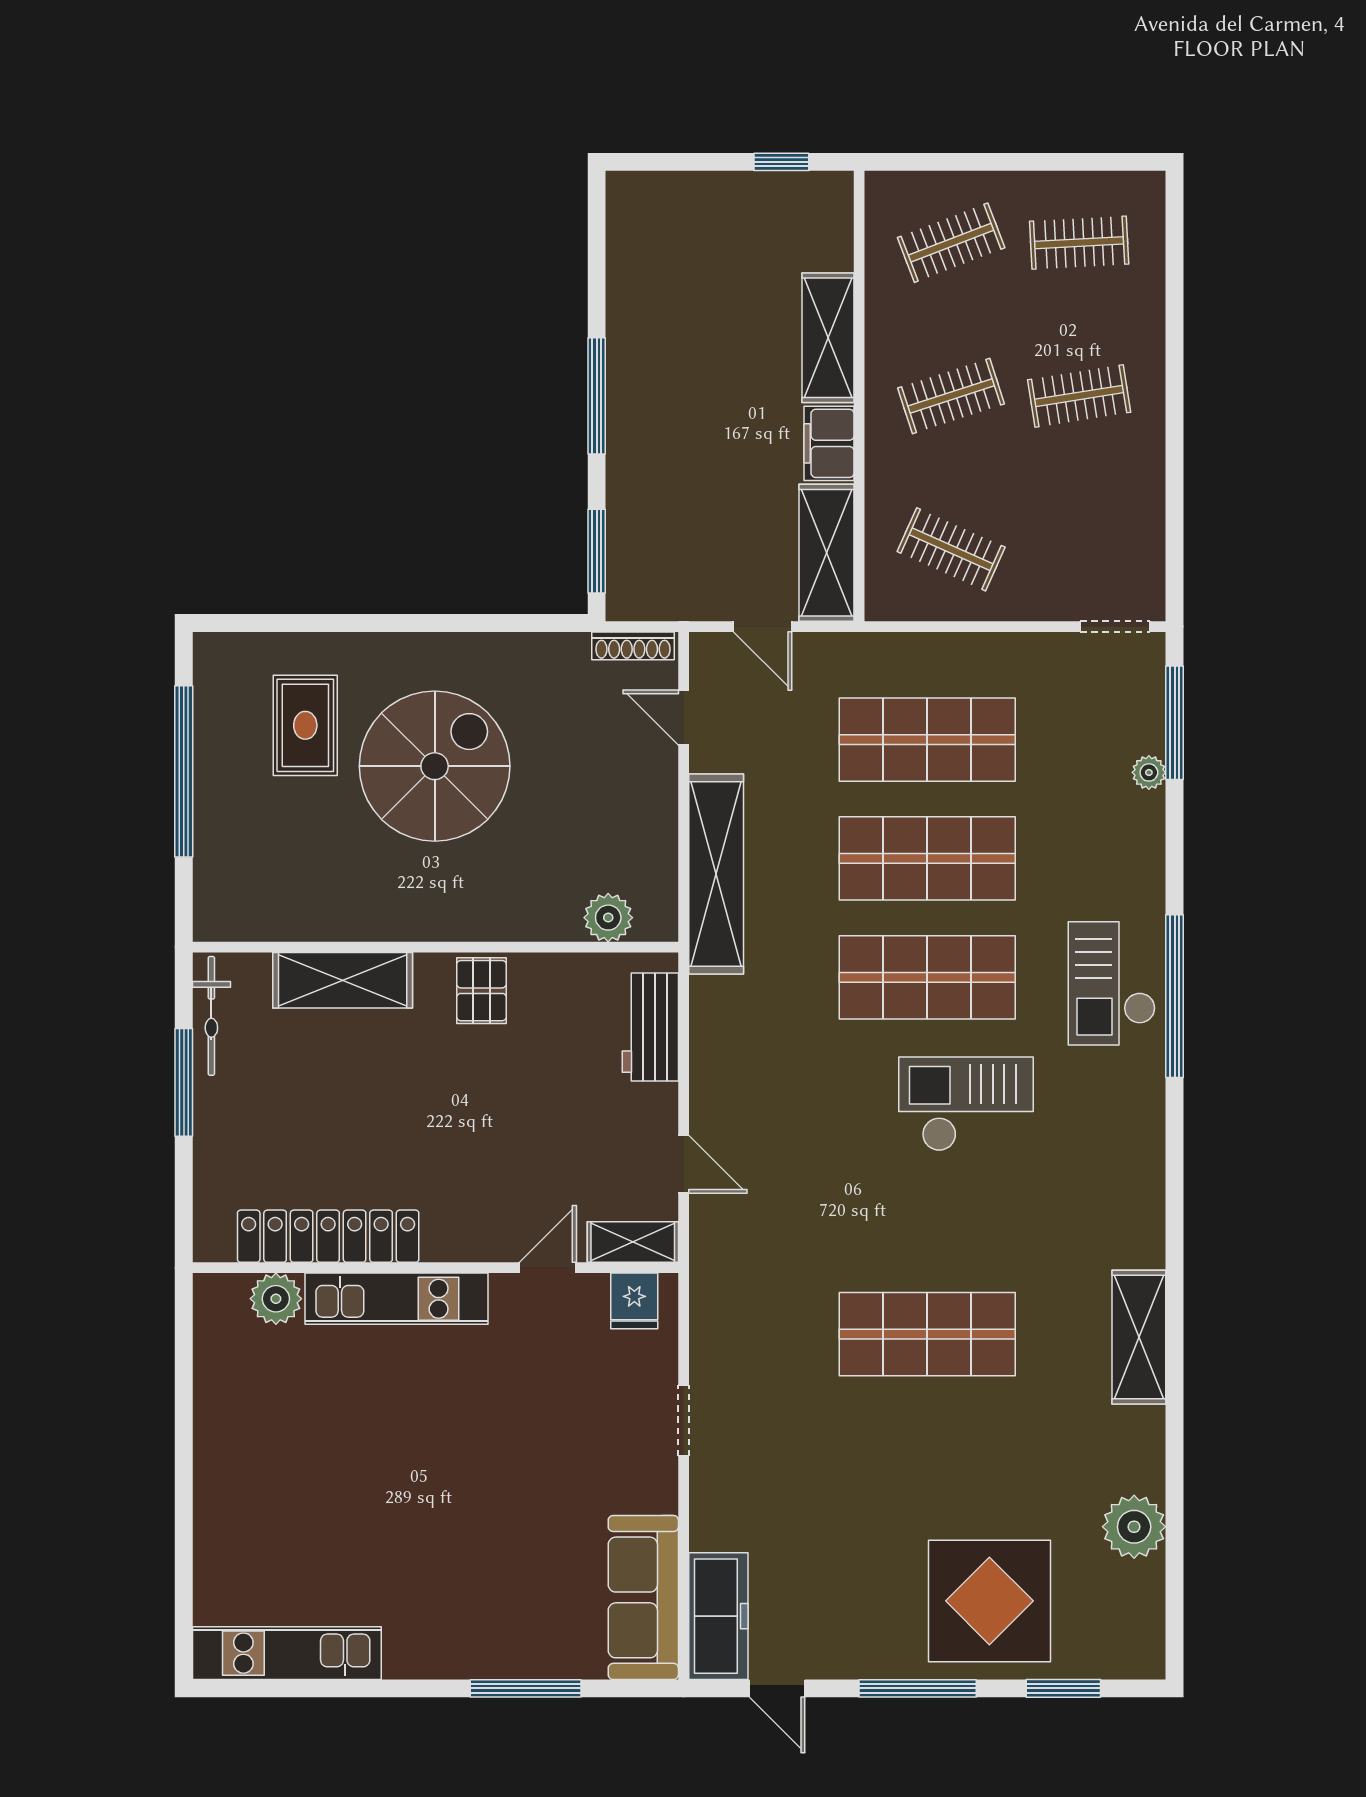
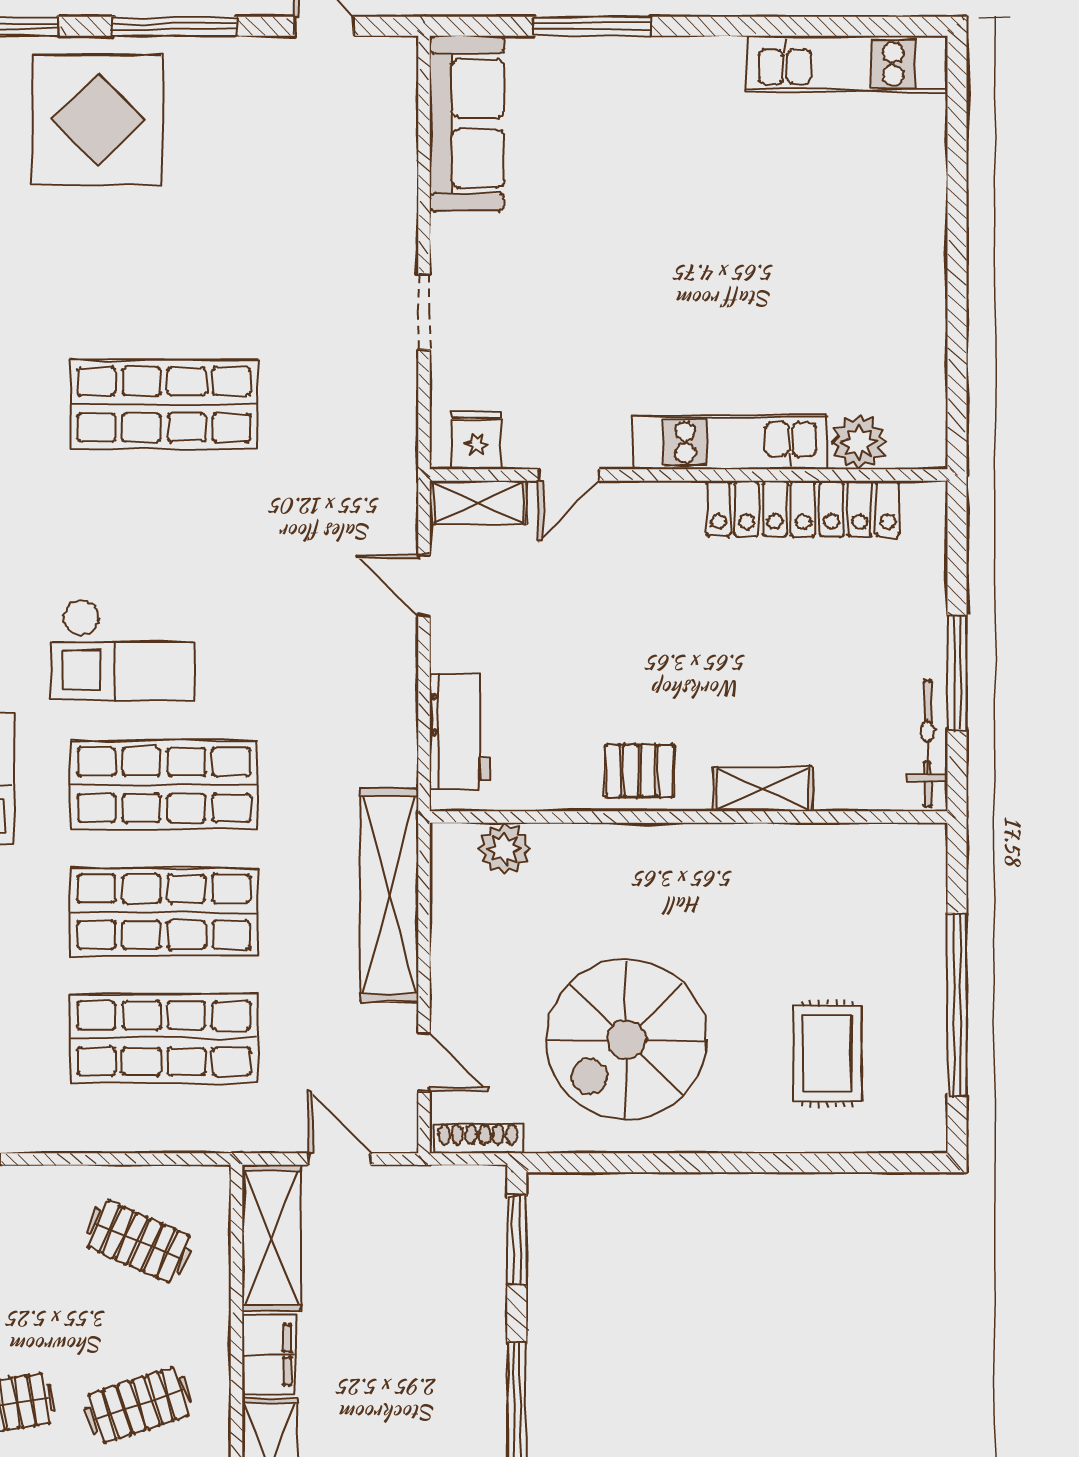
spiral stairs: (435, 766) -> (626, 1040), moved
shelving: (343, 980) -> (763, 789), width x0.67, depth x0.75
pallet: (482, 991) -> (639, 771), turned 90
freezer: (718, 1616) -> (387, 103), removed

